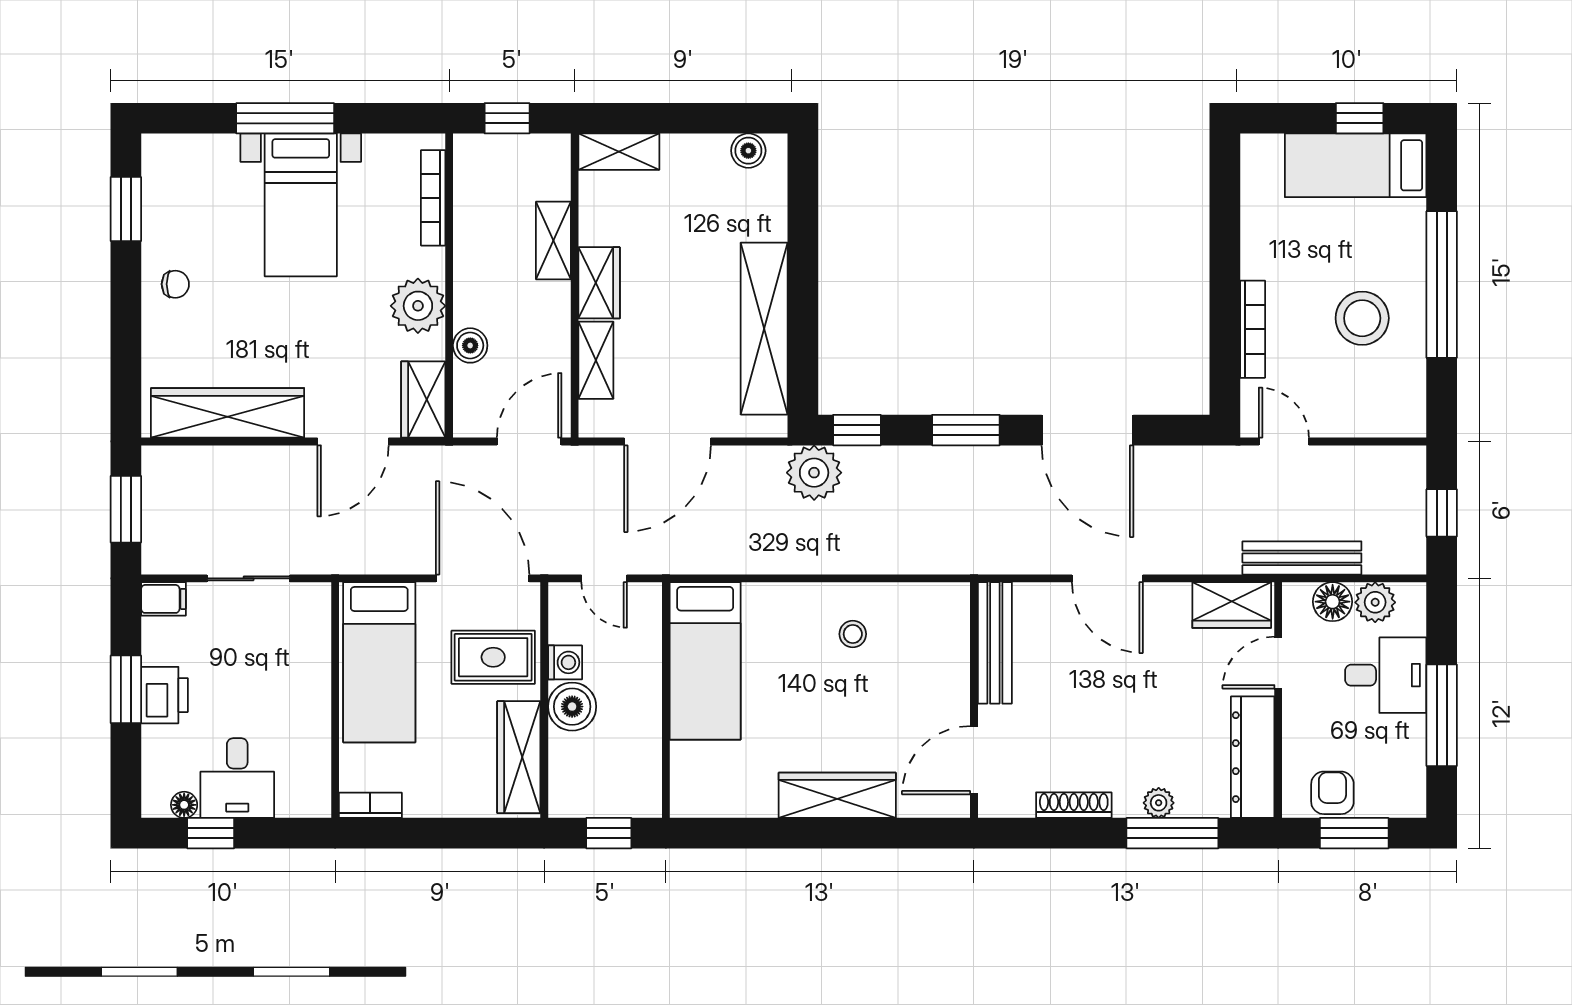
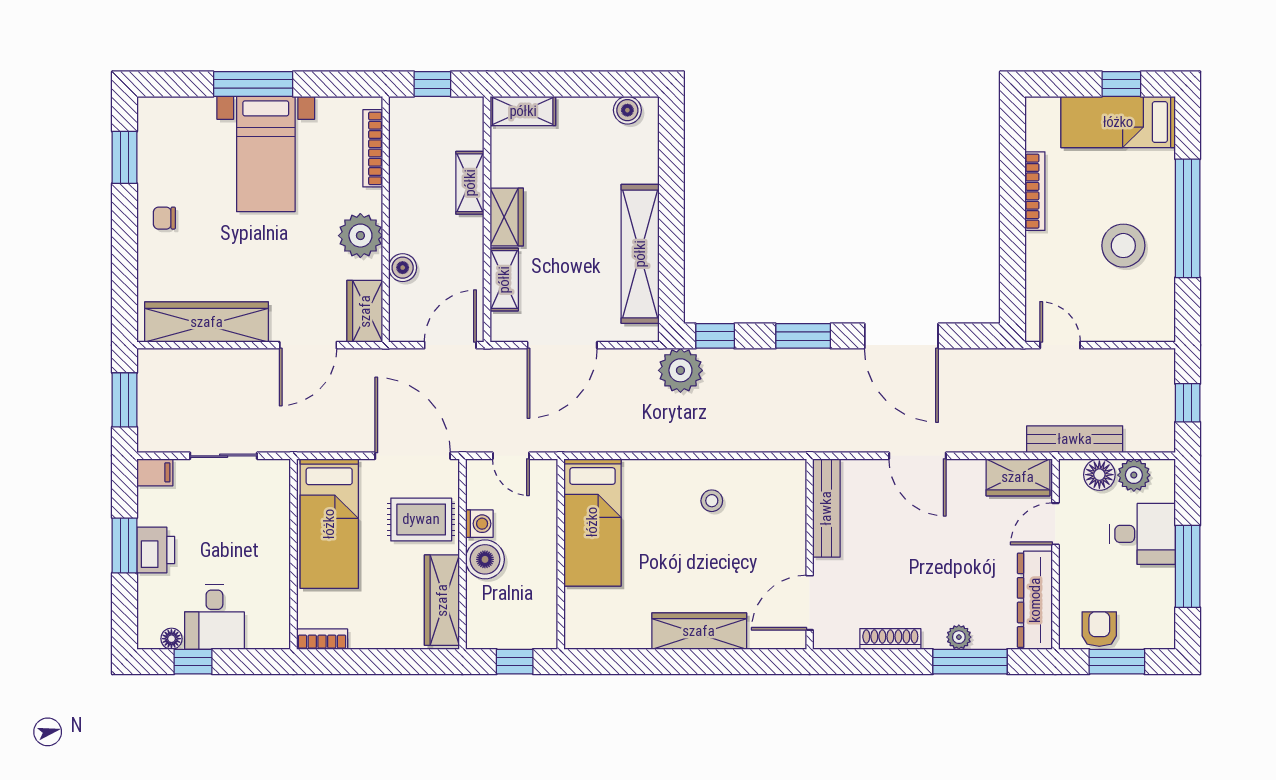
chair: (175, 284) -> (164, 218), turned 180
bookcase: (1253, 329) -> (1035, 191), moved

